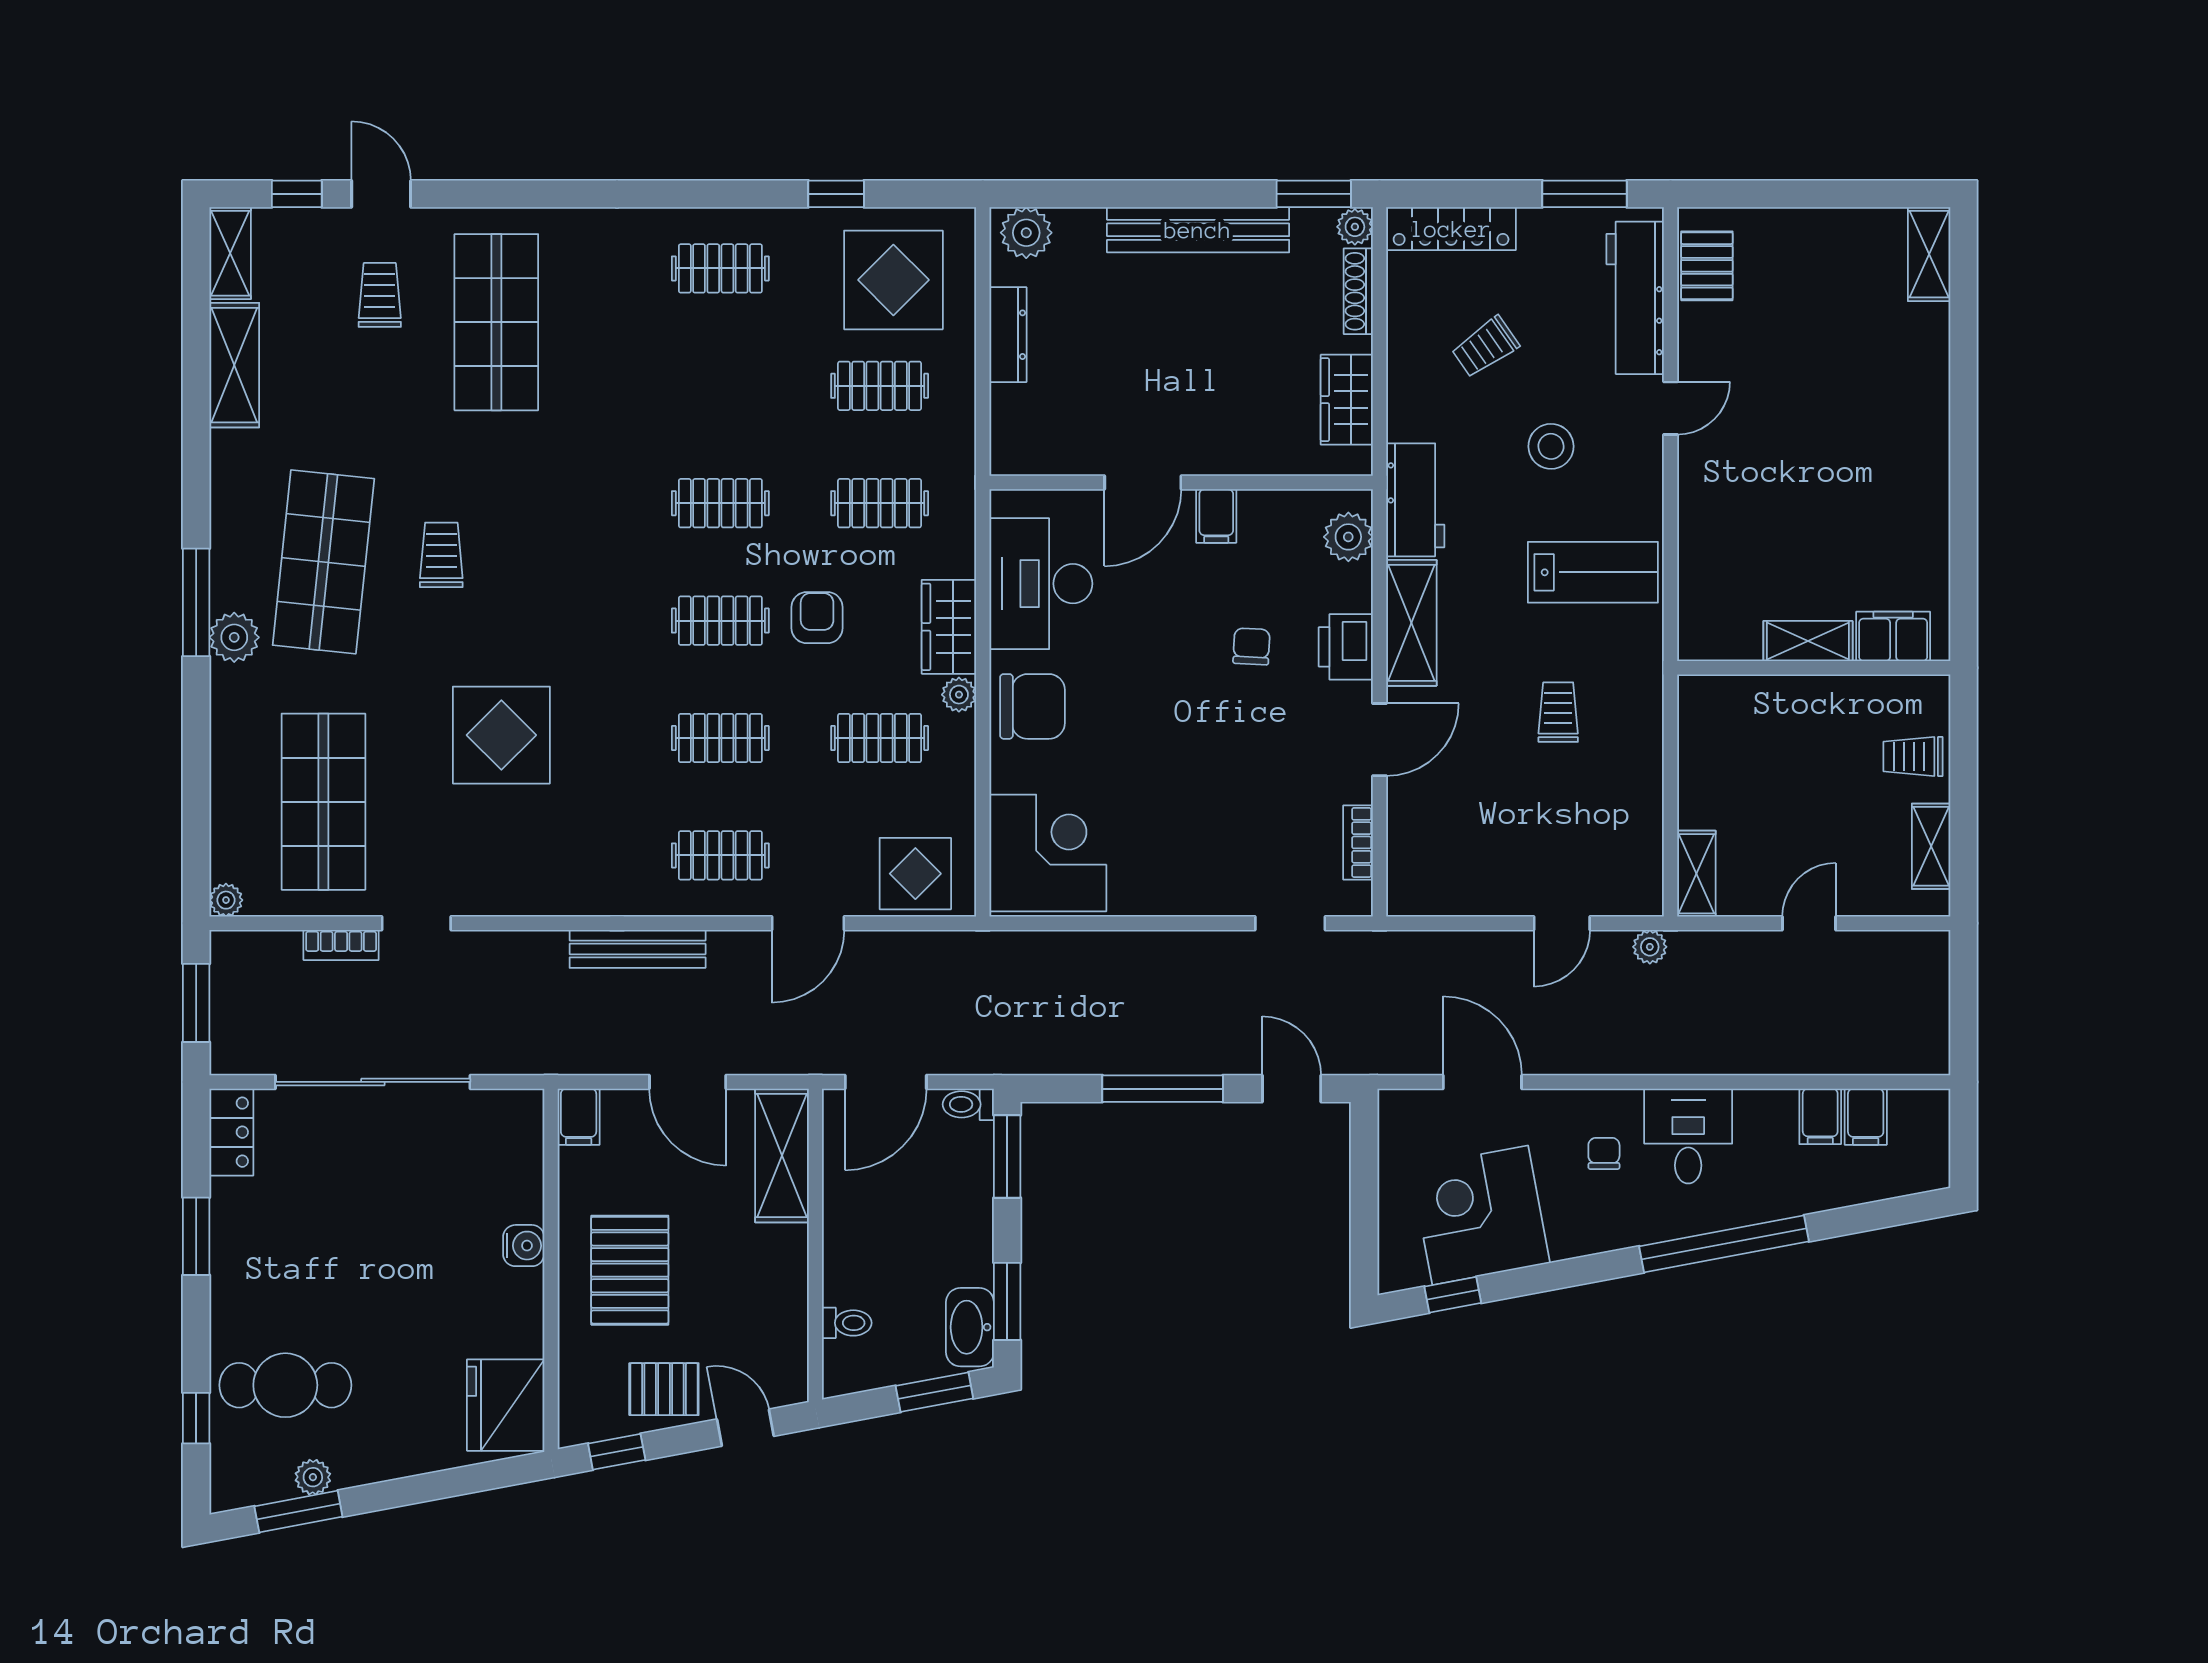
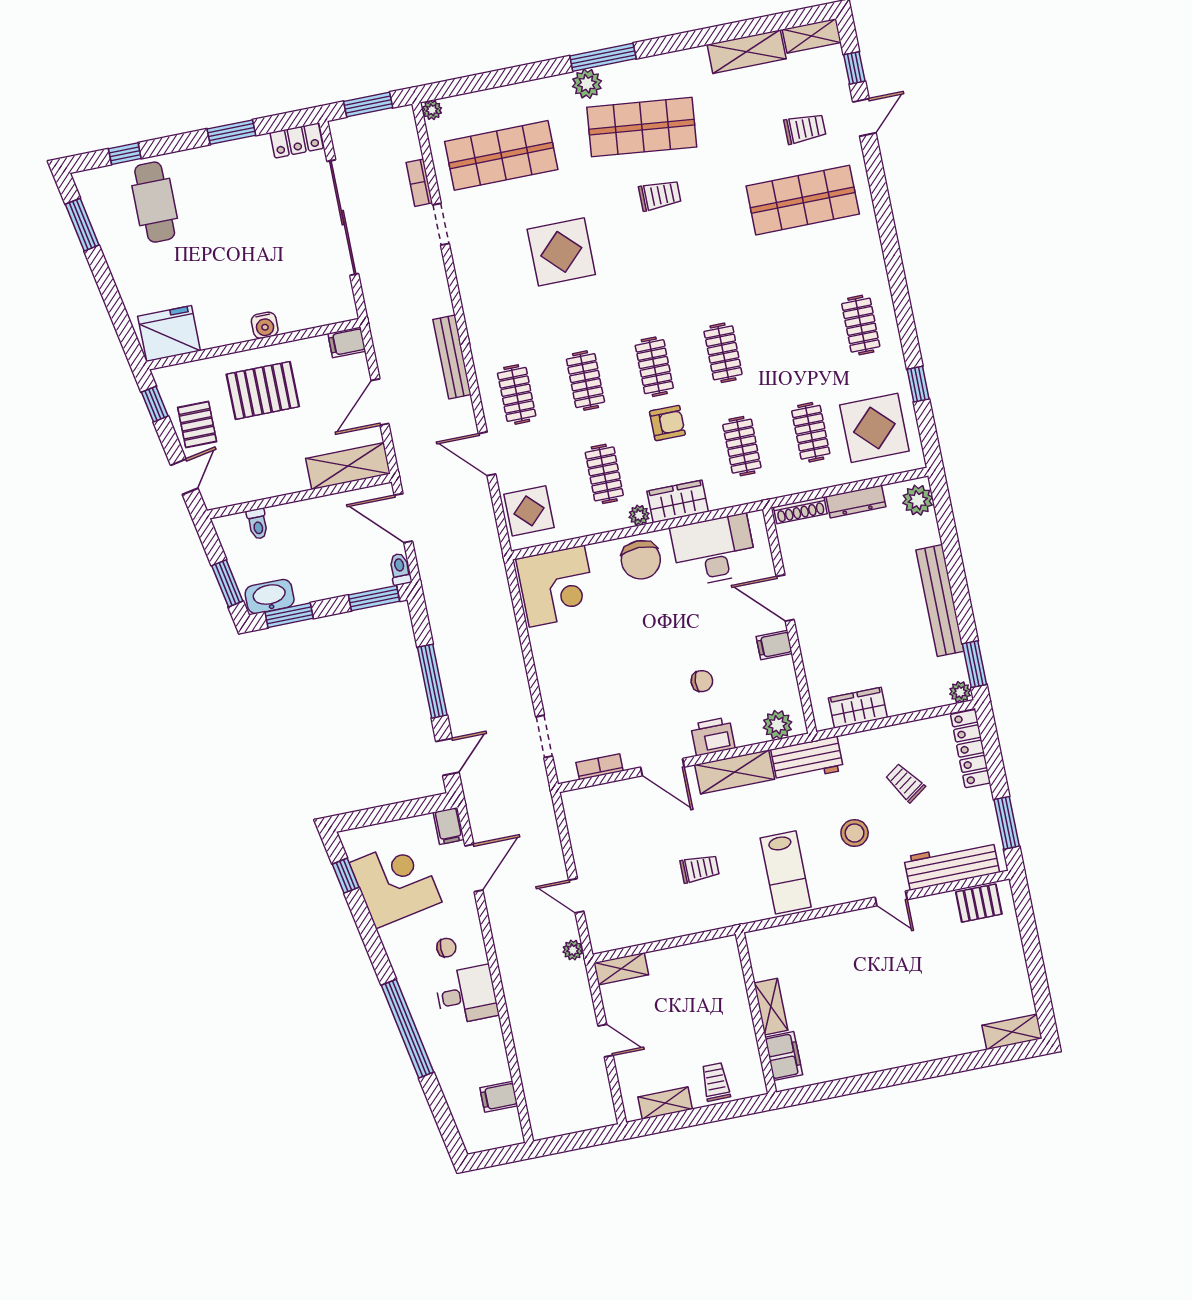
shoe rack: (1358, 291) -> (800, 510), moved, turned 180
filing cabinet: (1820, 1116) -> (449, 826), moved, turned -90
plant: (313, 1477) -> (104, 229), removed

